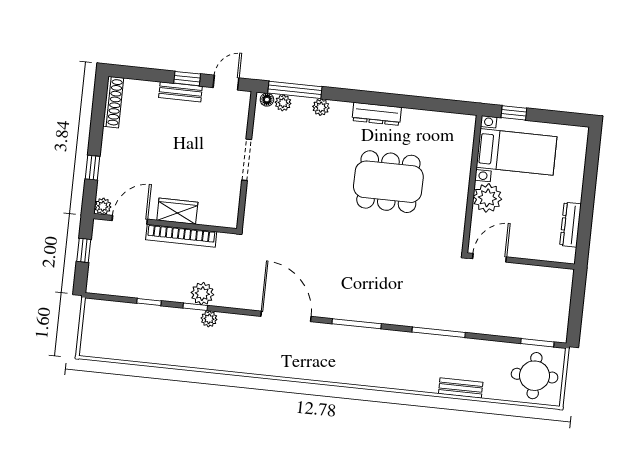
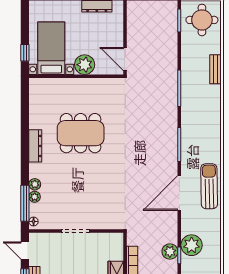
plant: (283, 103) -> (35, 197), moved
dining table: (388, 182) -> (81, 133), turned 90
plant: (209, 319) -> (192, 245), width x1.87, depth x1.87
sun lounger: (291, 361) -> (209, 186), added

